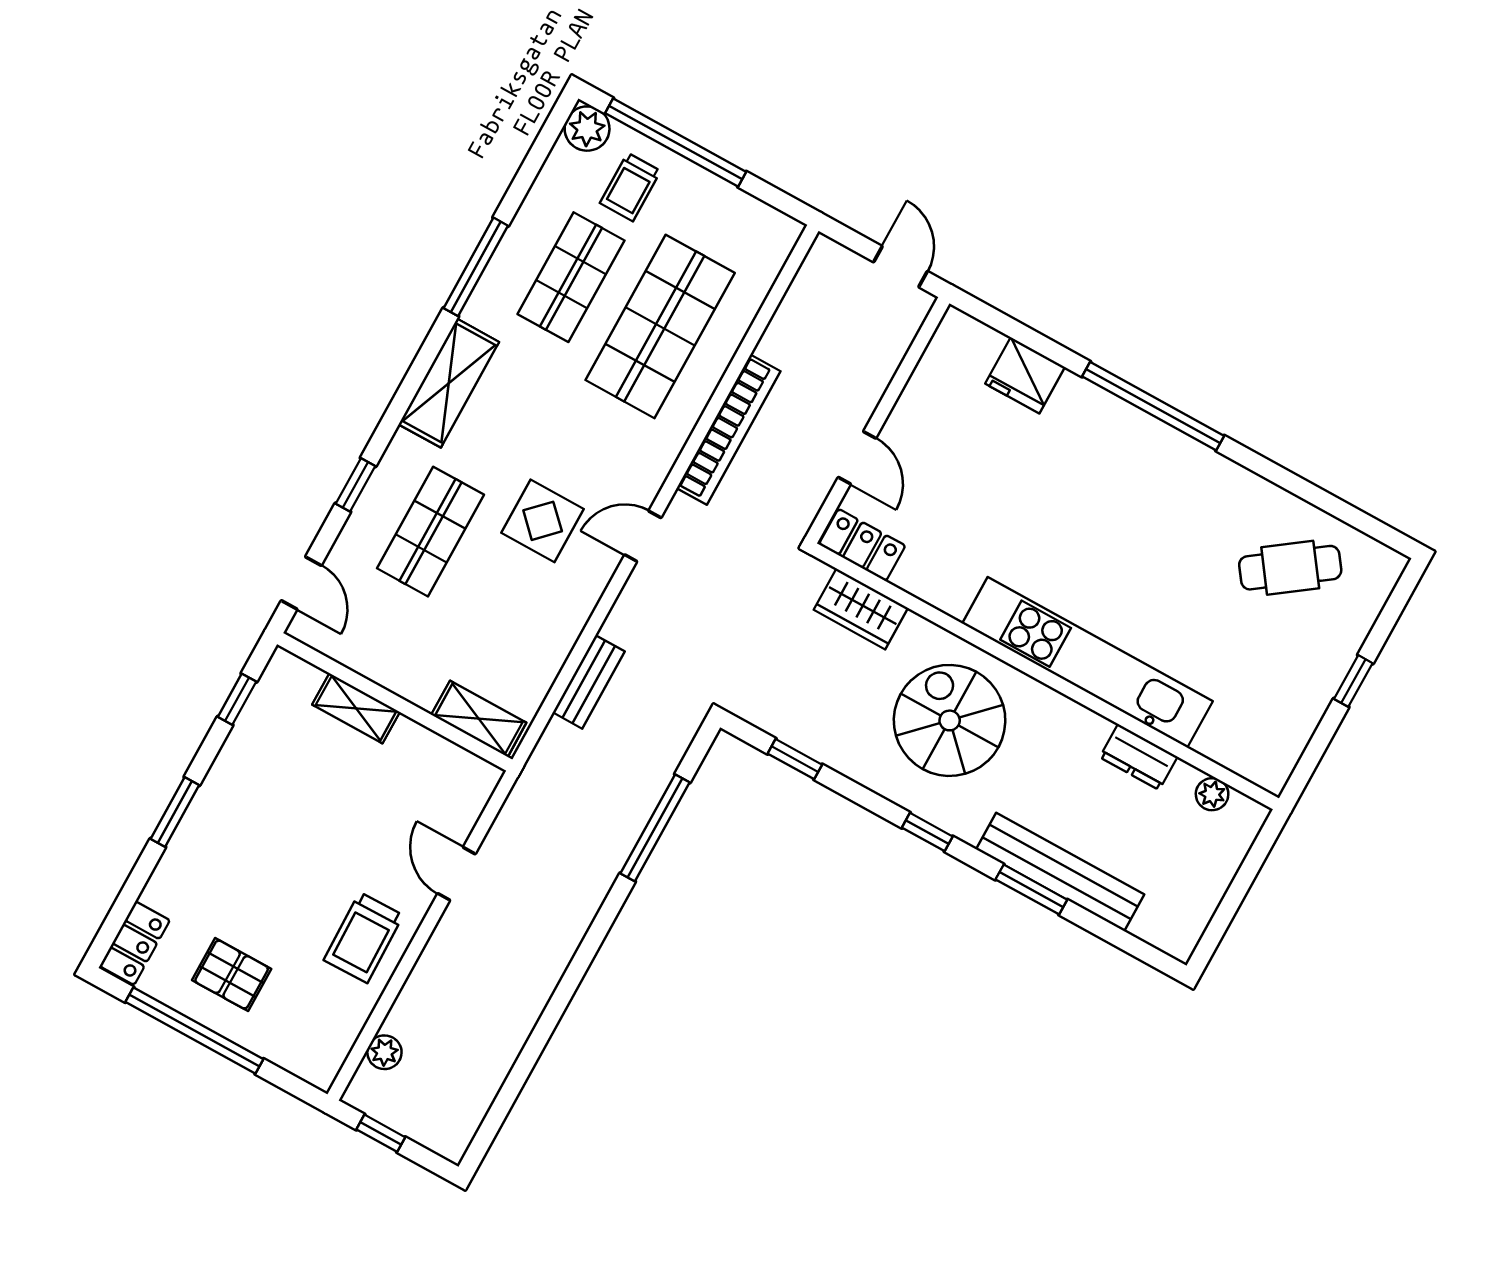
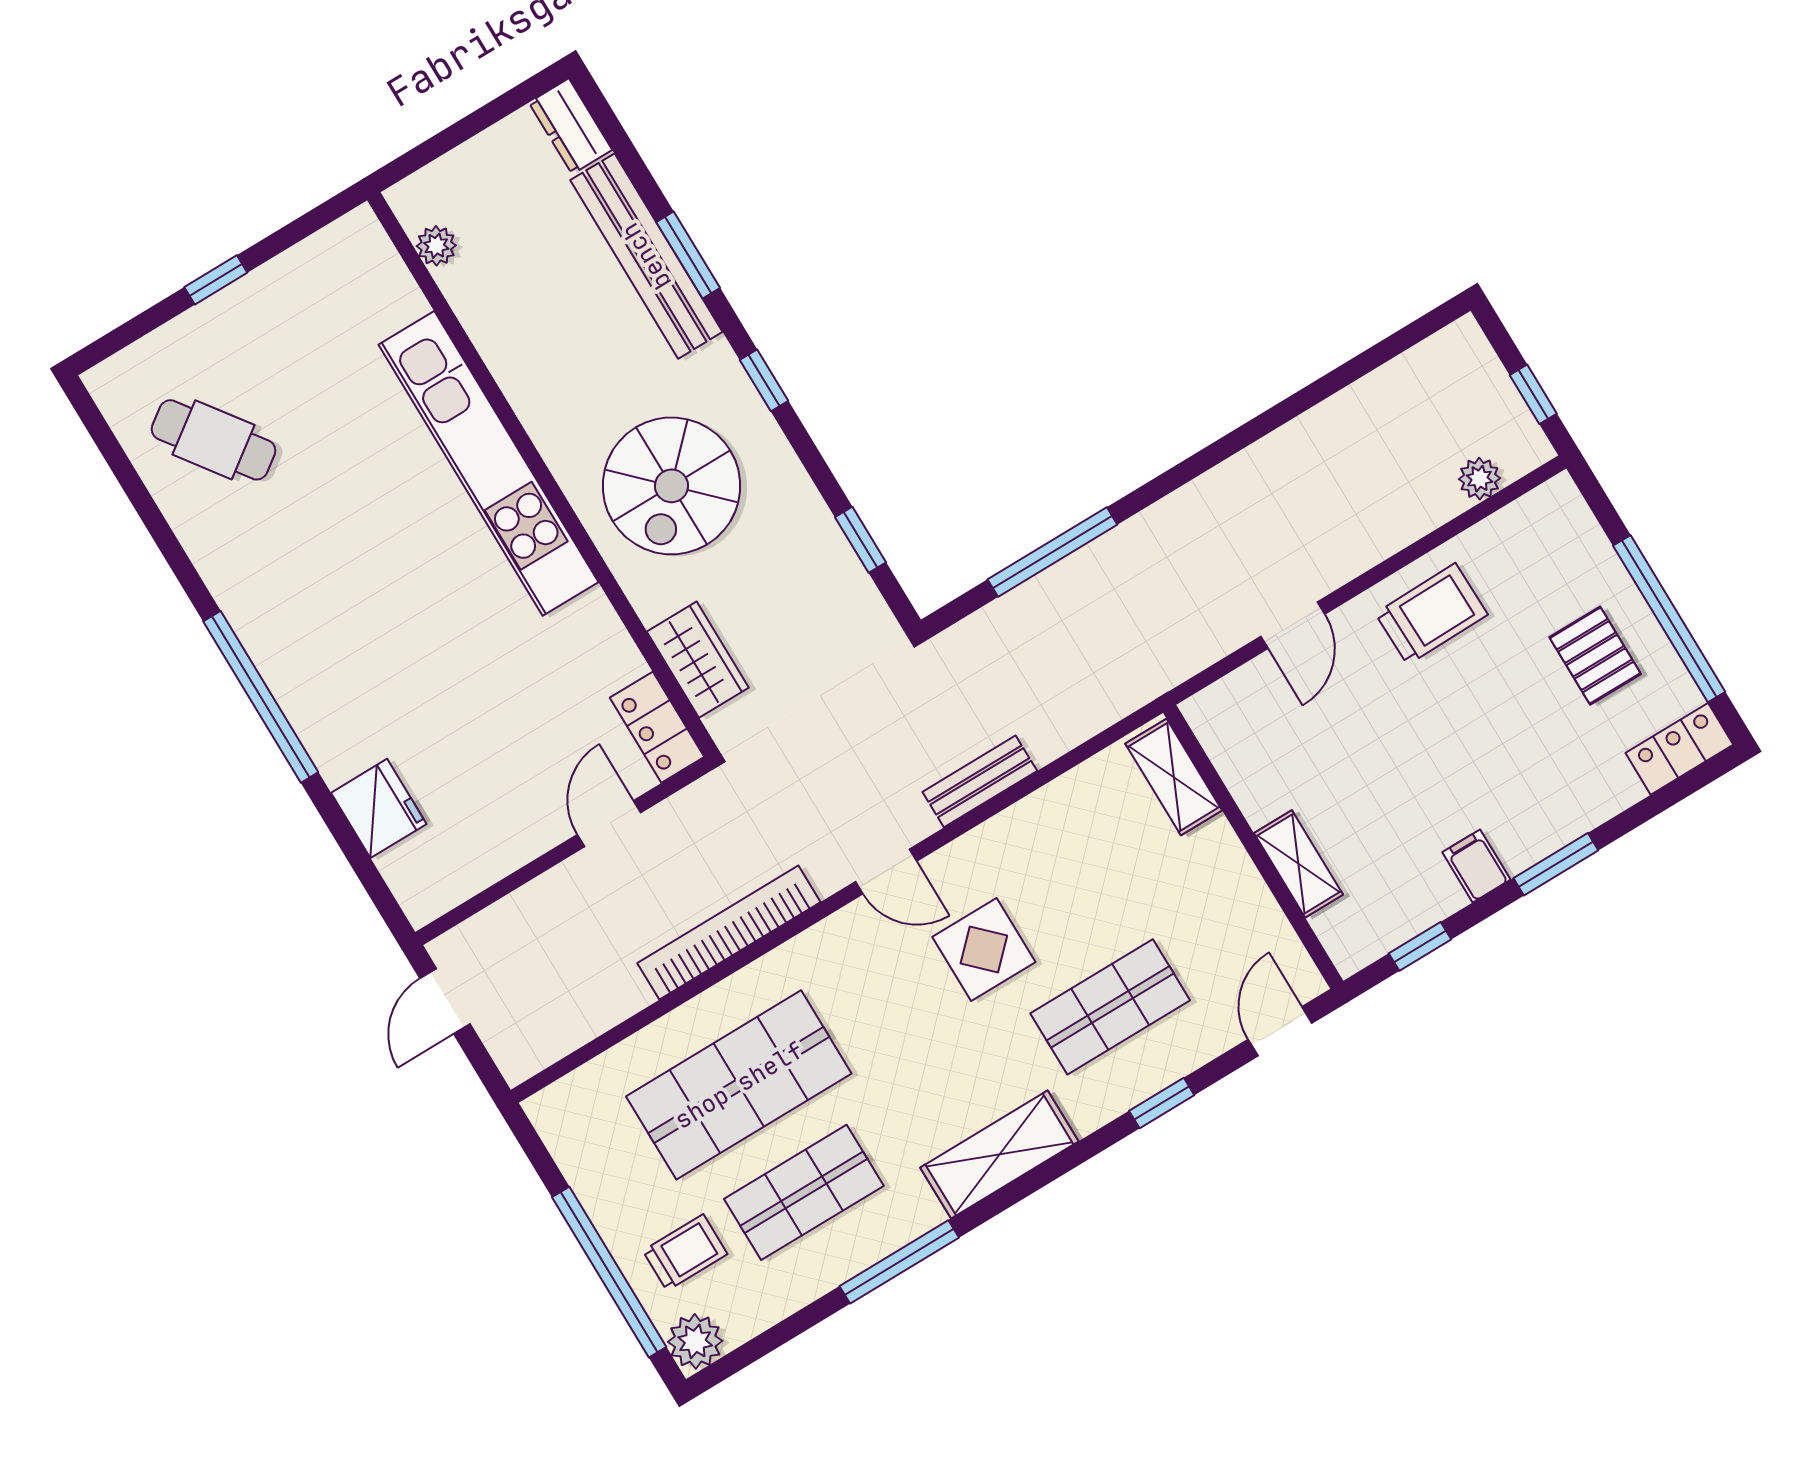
bench: (589, 682) -> (980, 781), moved
dresser: (1139, 757) -> (570, 126), moved, turned 180
filing cabinet: (230, 779) -> (1476, 866), added

